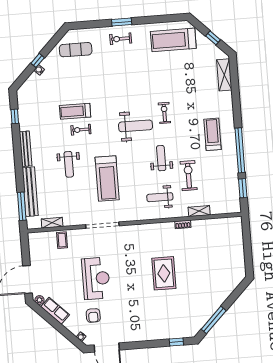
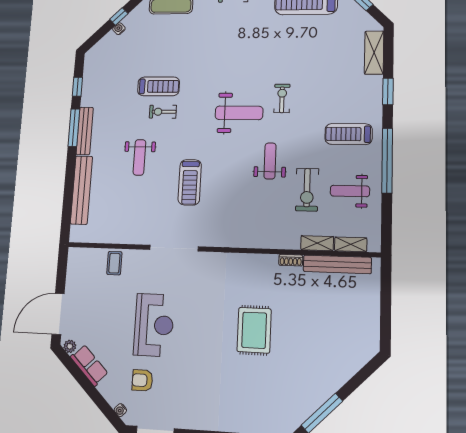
treadmill: (75, 111) -> (159, 86), turned 180
treadmill: (212, 134) -> (349, 134), turned -90
exercise bike: (189, 176) -> (307, 190), turned 180
treadmill: (107, 178) -> (190, 182), width x0.73, depth x0.73
window: (243, 188) -> (388, 91), moved
weight bench: (160, 197) -> (350, 191), moved
window: (22, 206) -> (74, 128), moved
shelving: (52, 223) -> (351, 244), moved
bench: (214, 224) -> (337, 264), added
armchair: (93, 315) -> (142, 380), turned 90

